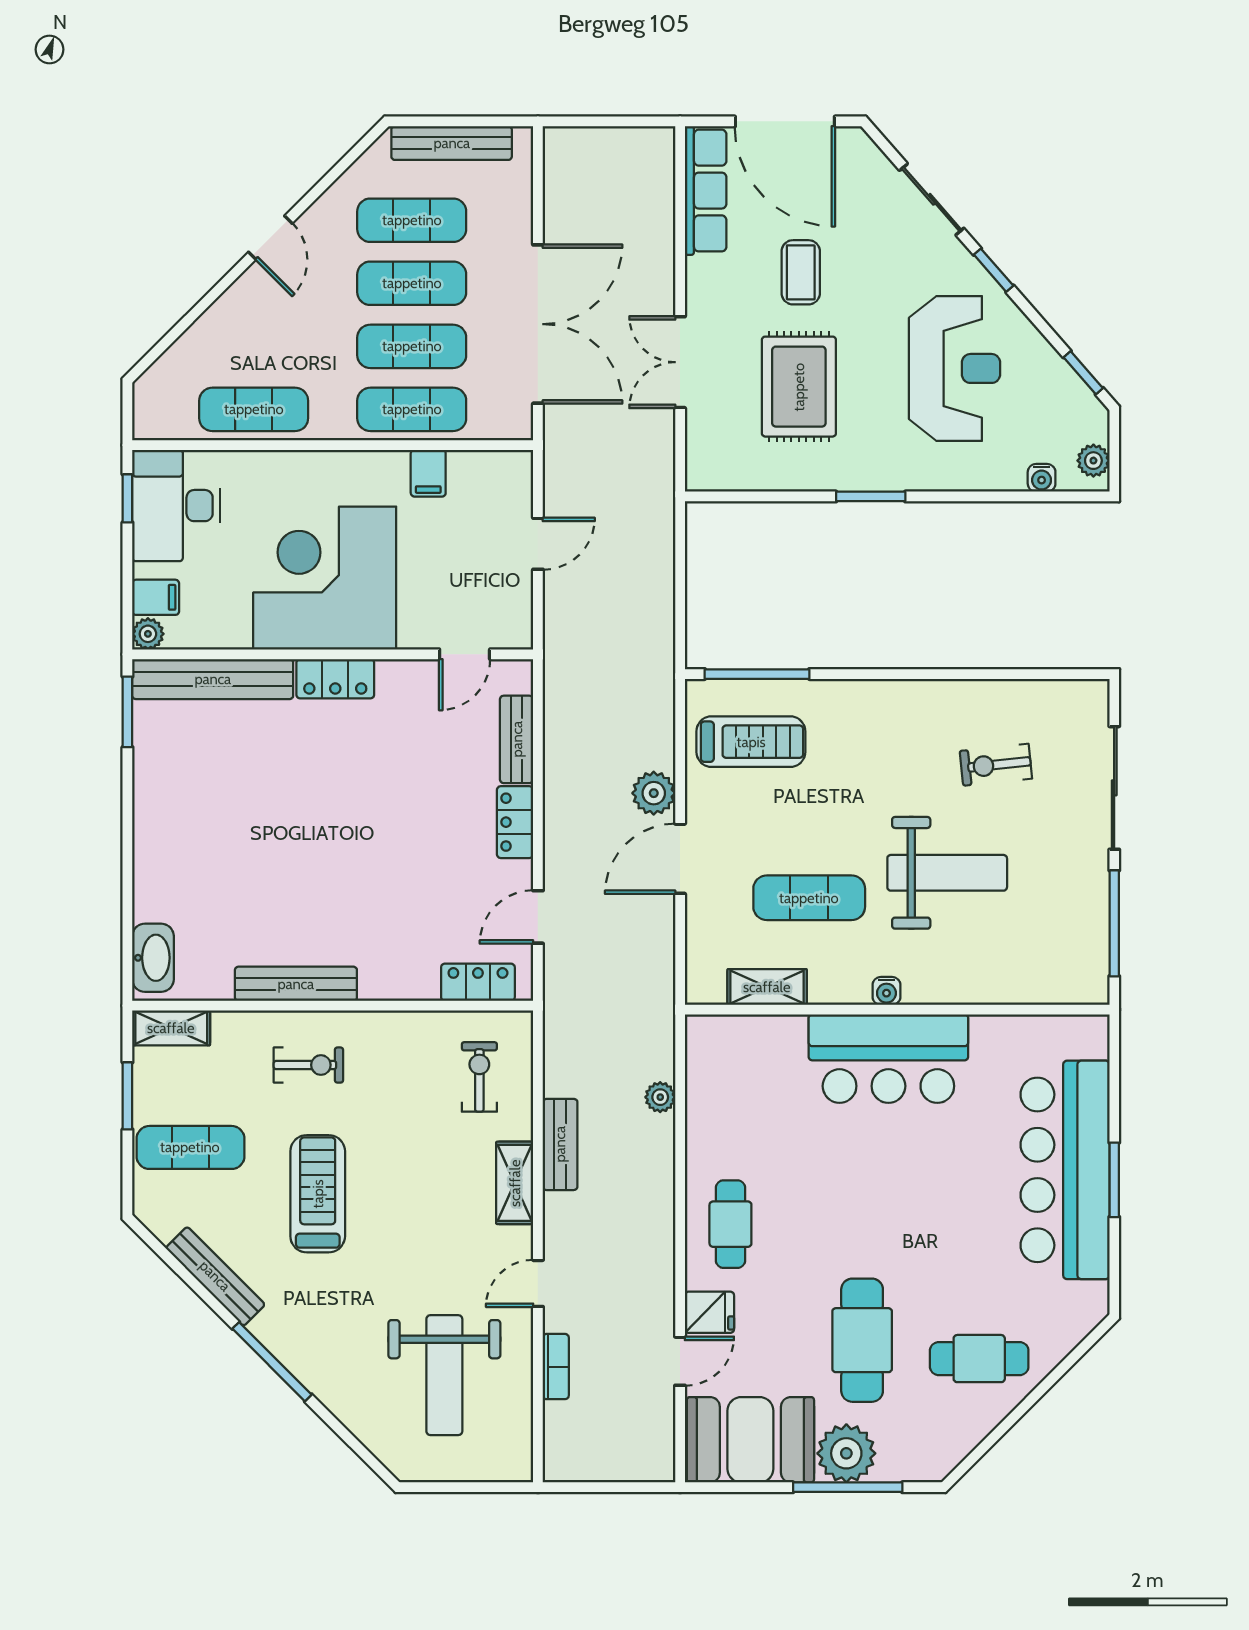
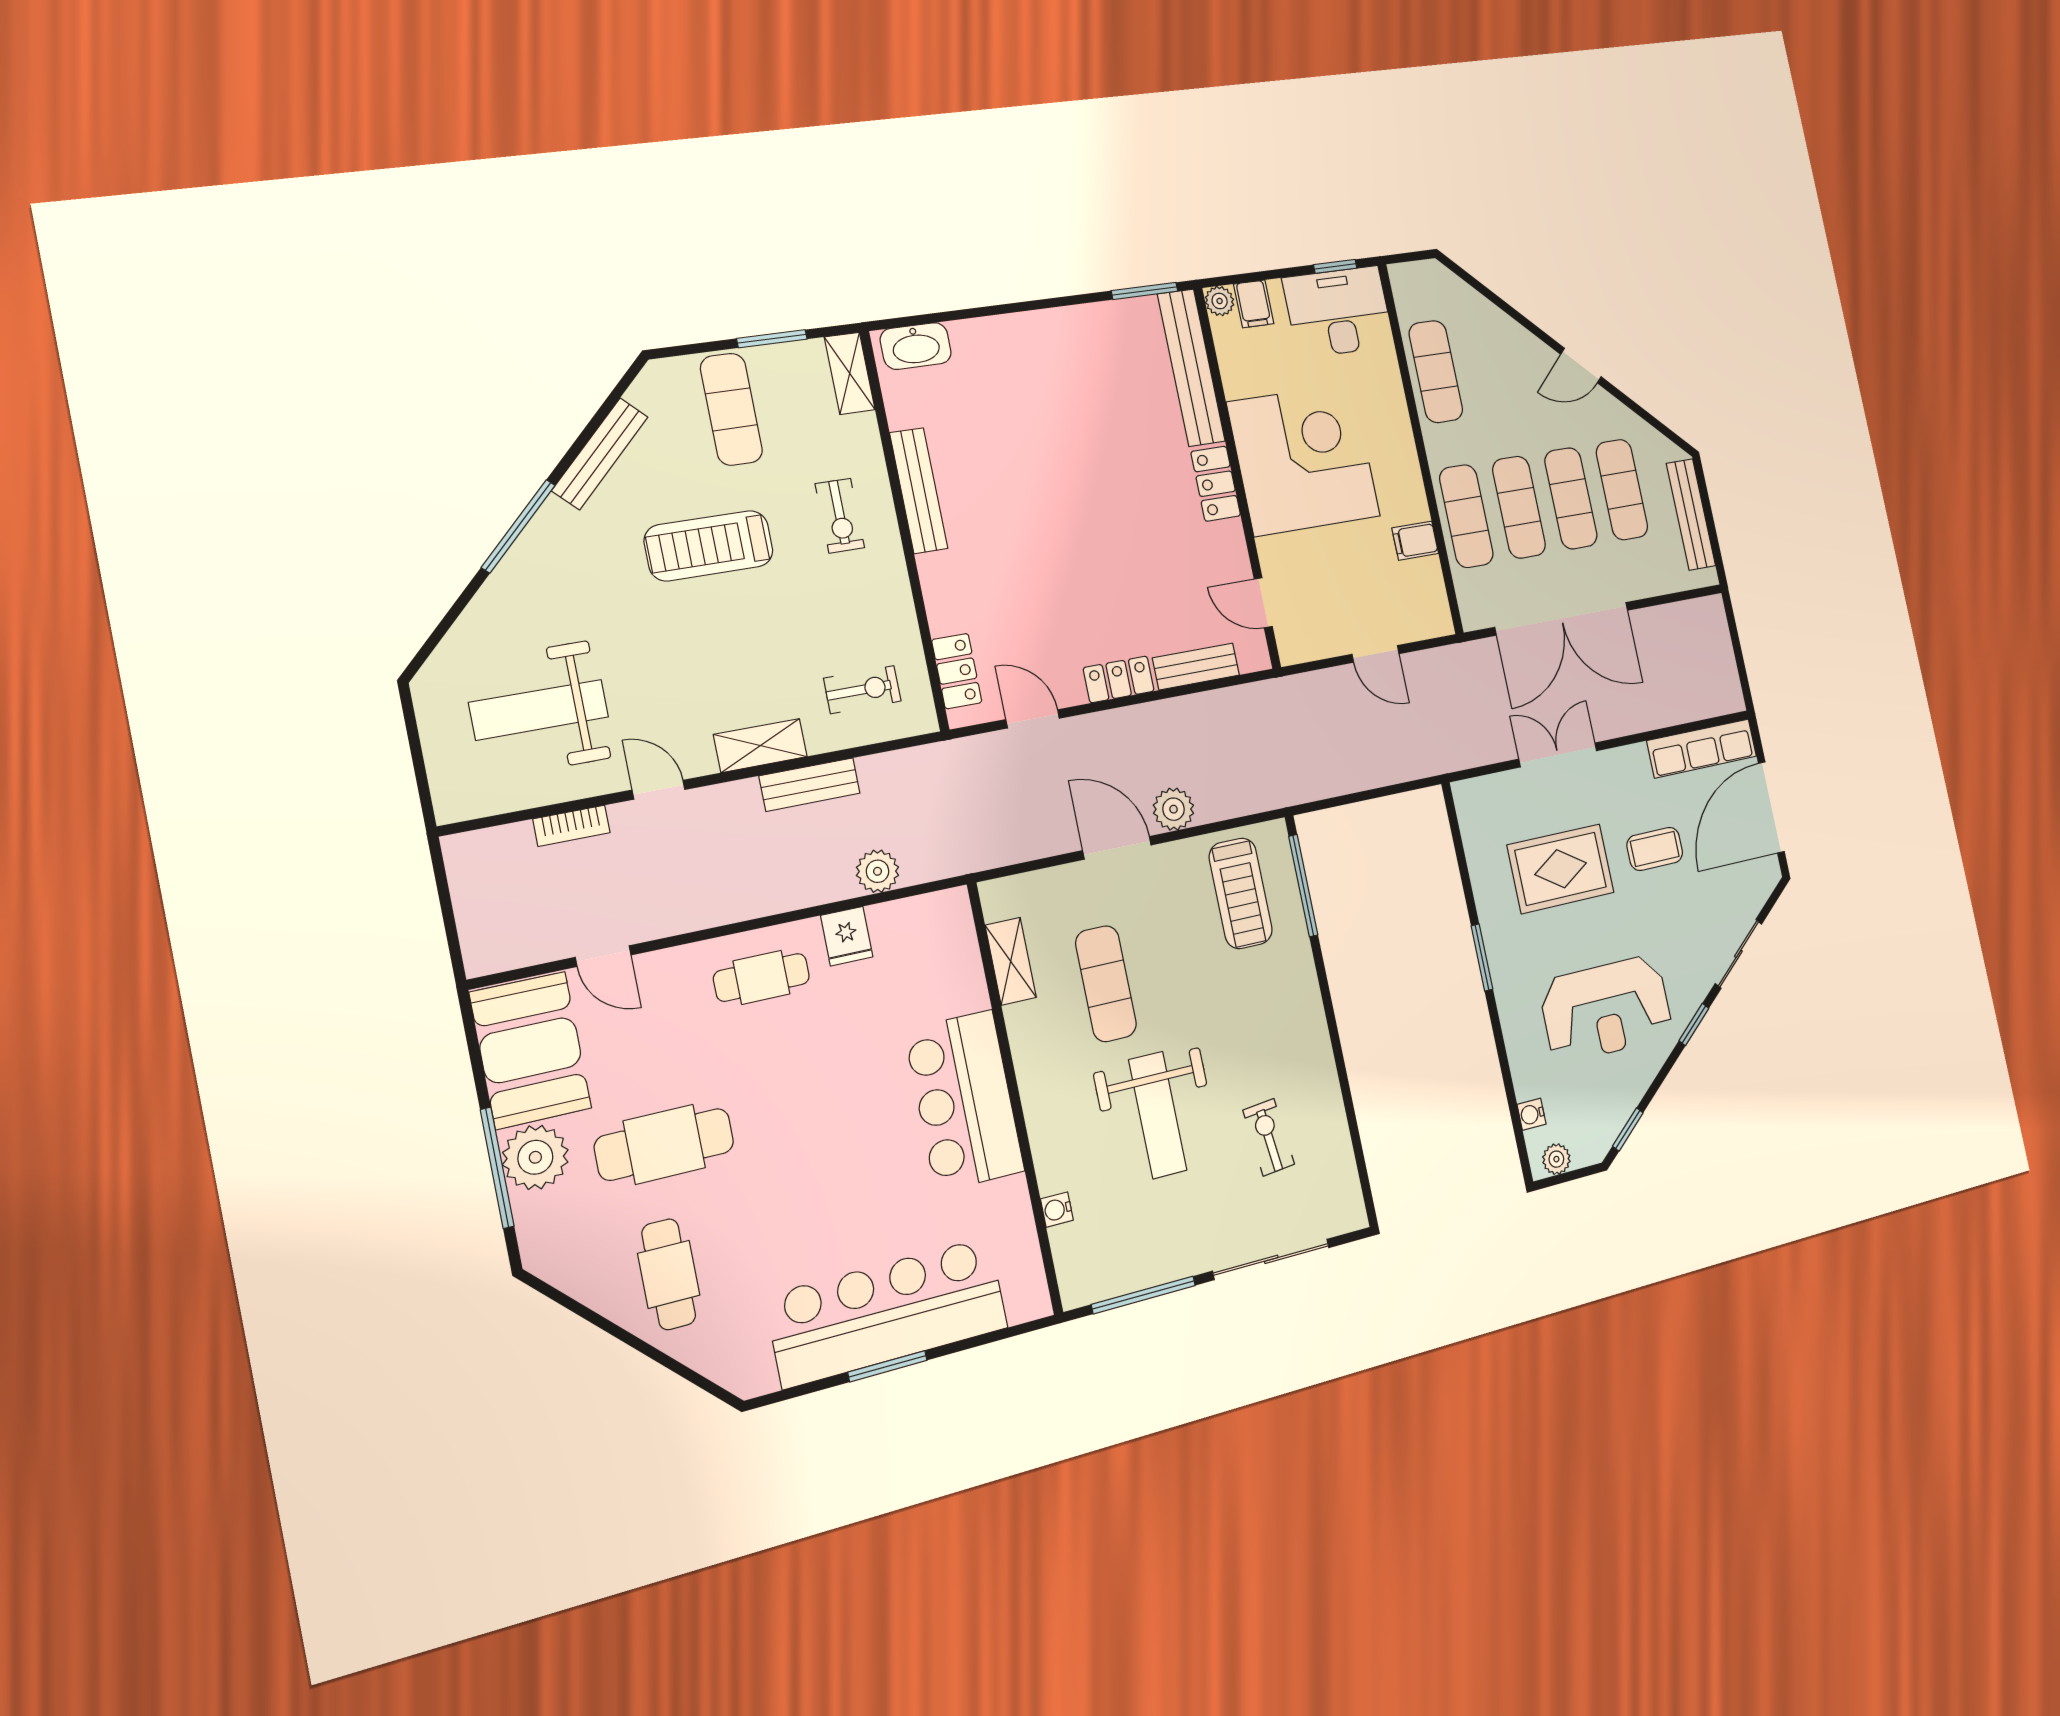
water cooler: (886, 991) -> (1057, 1210), moved
plant: (660, 1097) -> (878, 871), width x1.38, depth x1.38
treadmill: (318, 1194) -> (709, 546), turned 180
fridge: (709, 1312) -> (847, 936), moved

